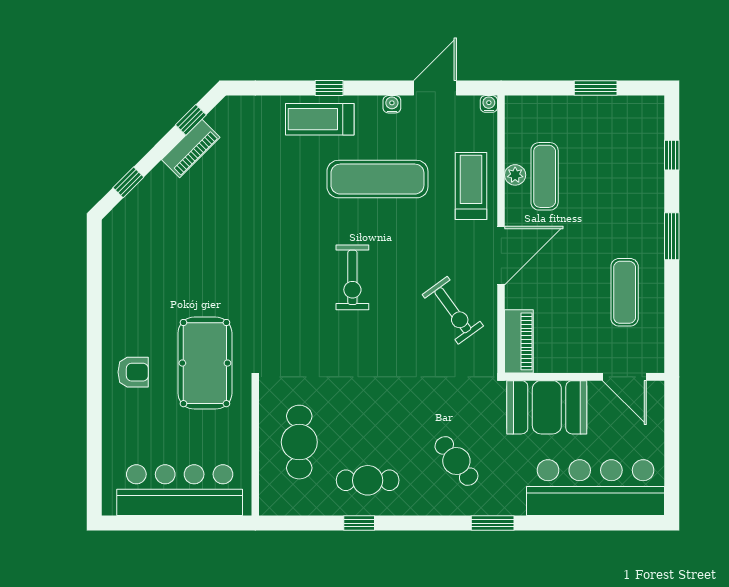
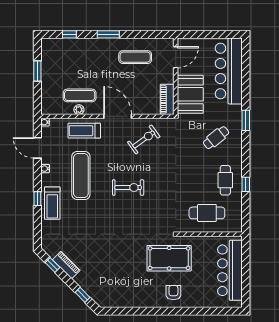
piano: (519, 341) -> (167, 99), moved, turned -90

